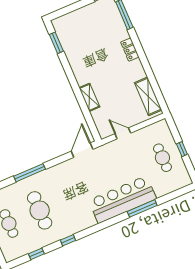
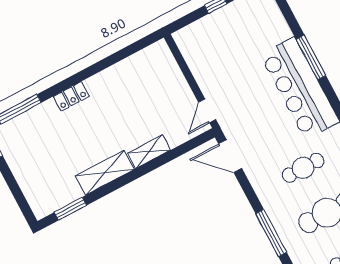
shelving: (148, 96) -> (105, 173), moved
door: (123, 133) -> (207, 111), moved
cafe table: (162, 158) -> (303, 168), moved

